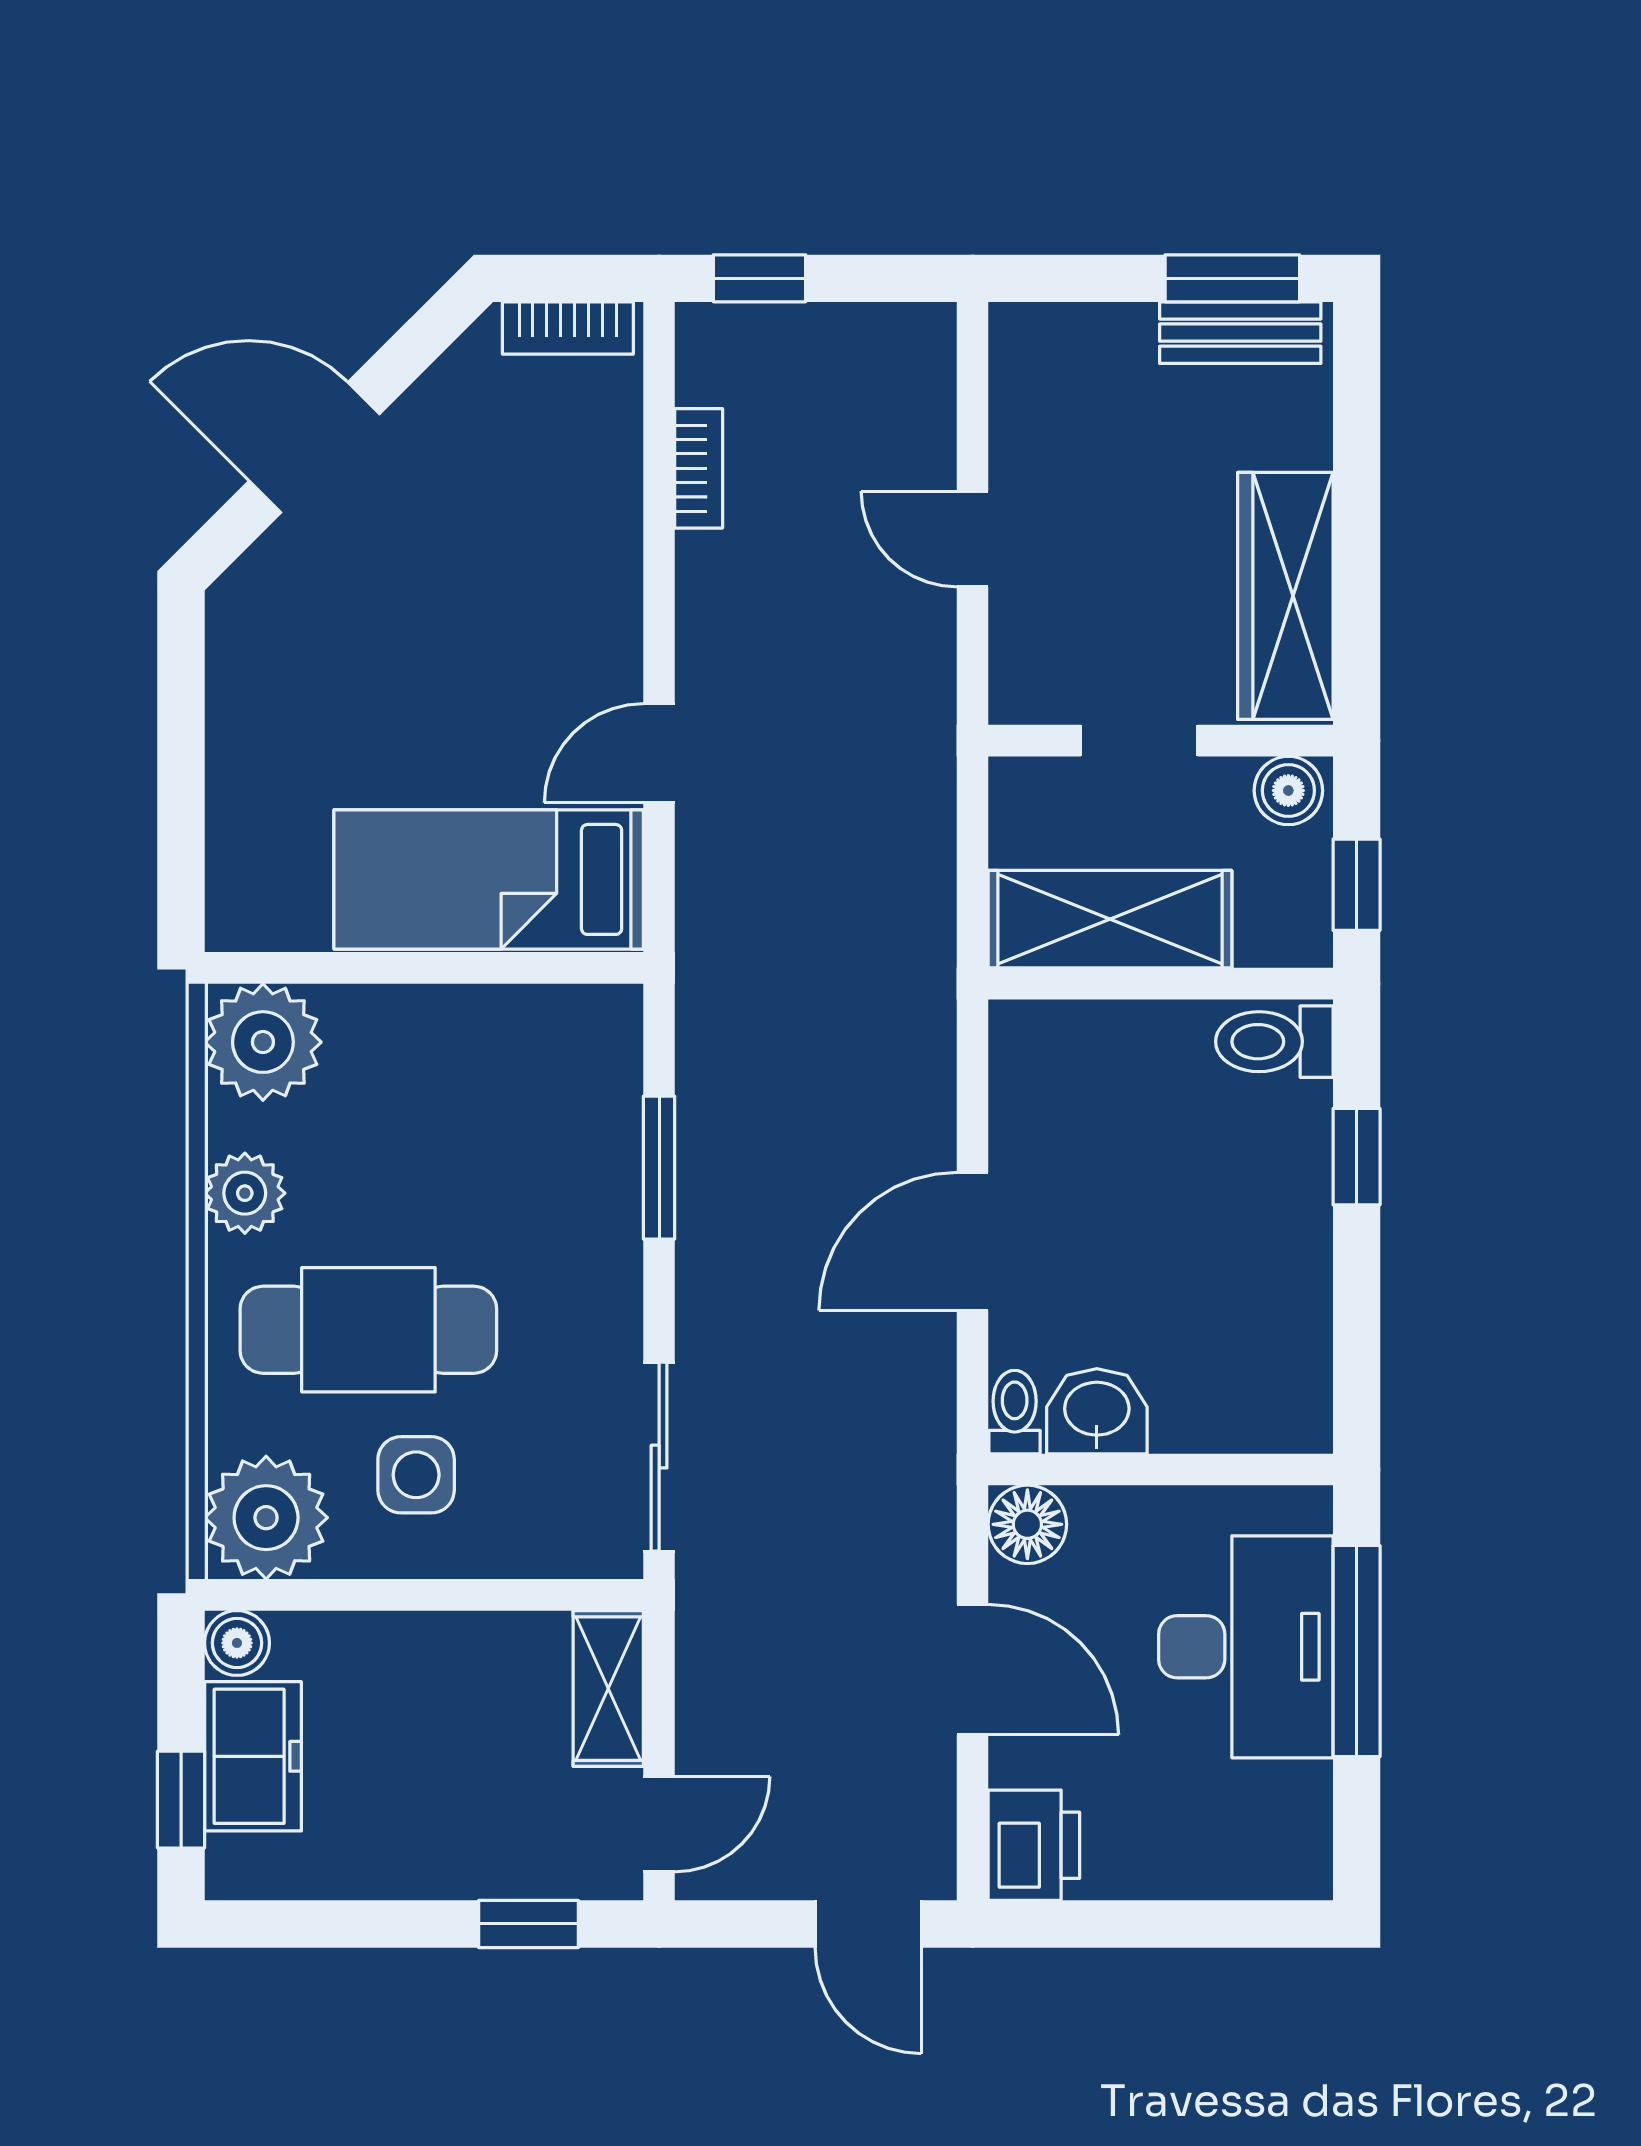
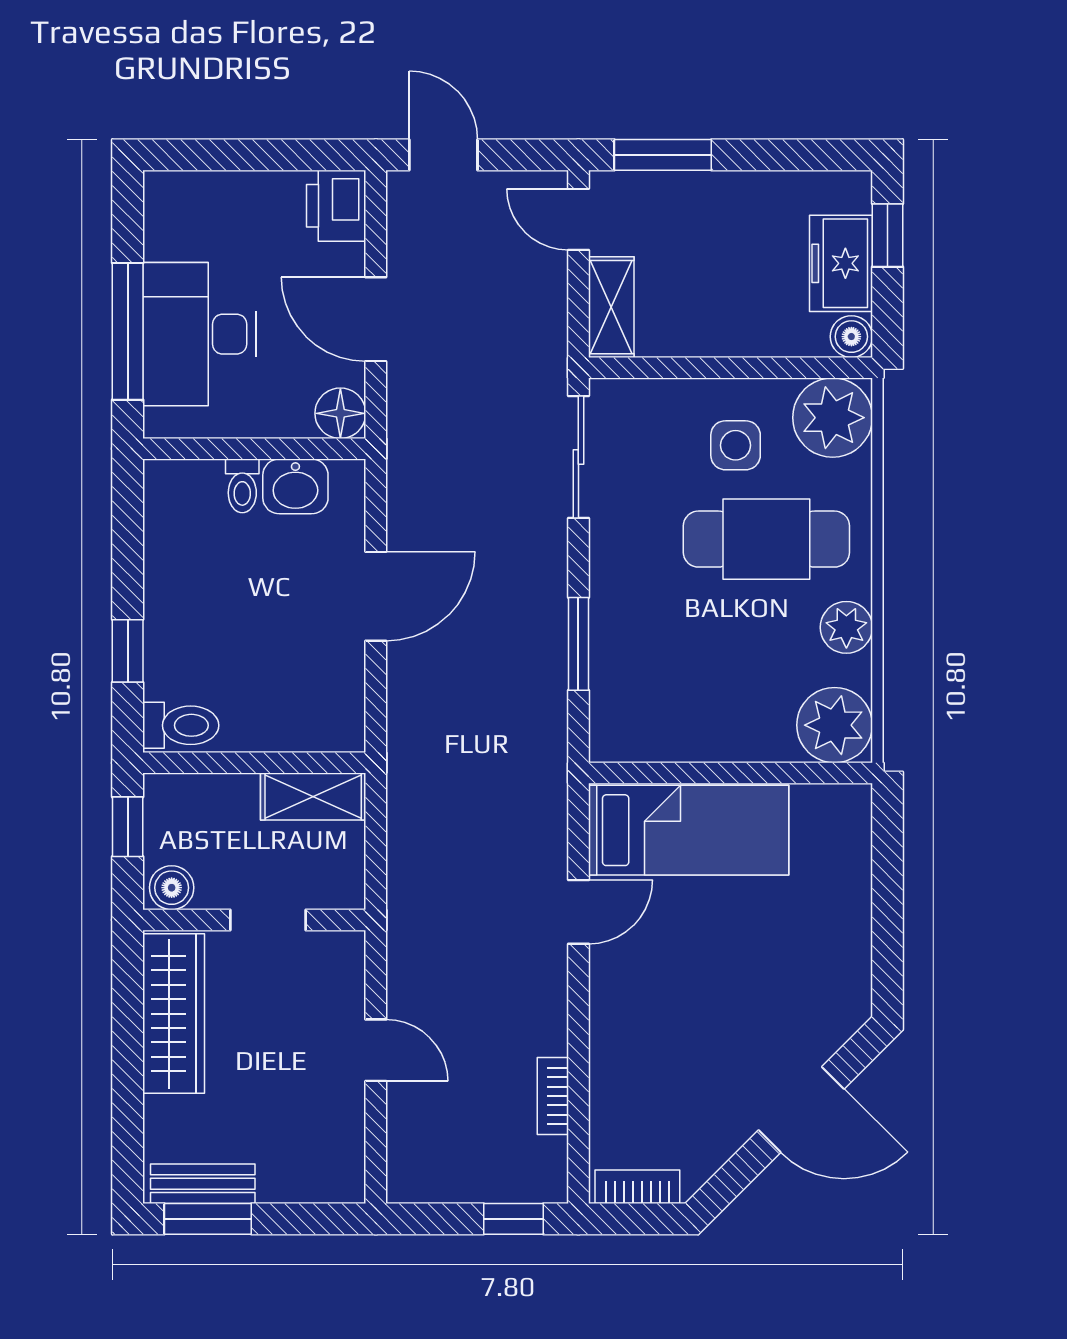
shelving: (1110, 919) -> (313, 797), width x0.67, depth x0.75
toilet: (1015, 1412) -> (242, 486), moved
door: (659, 1824) -> (578, 219), hinge flipped
window: (529, 1924) -> (663, 155), width x1.50

